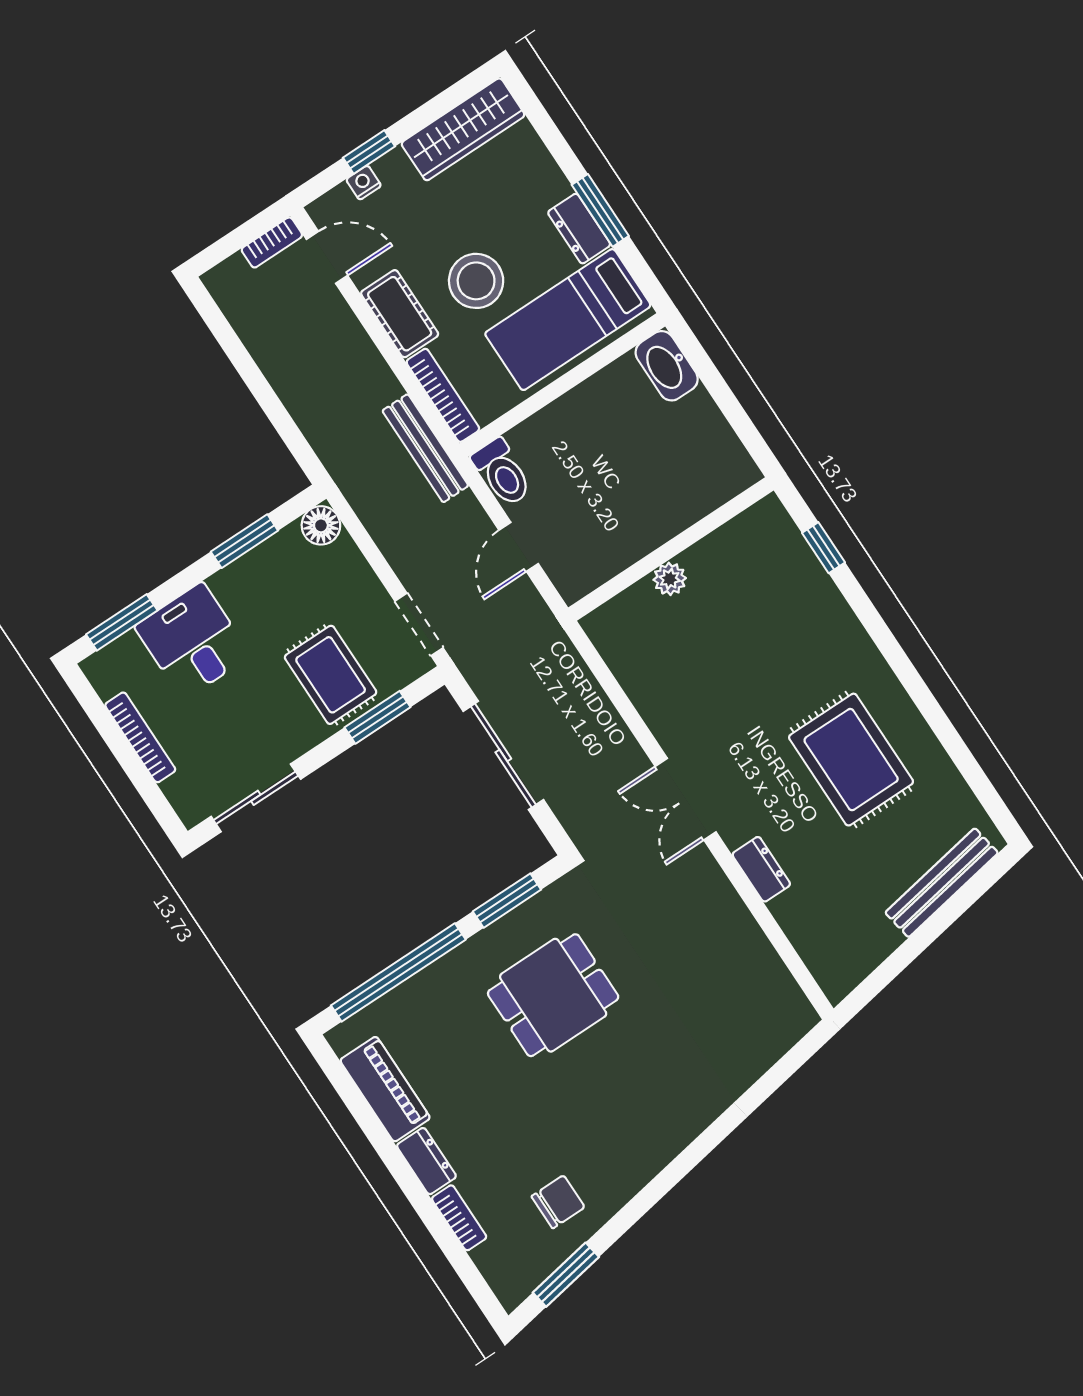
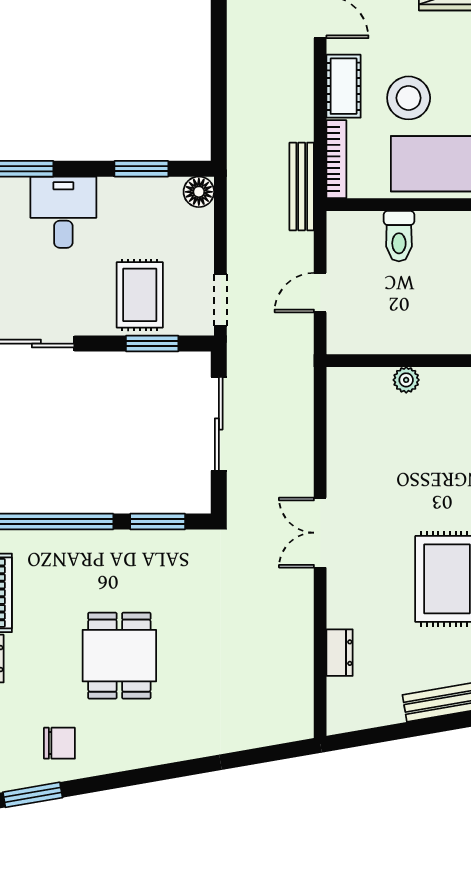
toilet: (502, 473) -> (399, 236), moved
dresser: (761, 869) -> (340, 653), moved
dining table: (553, 995) -> (119, 656), moved, turned 90

